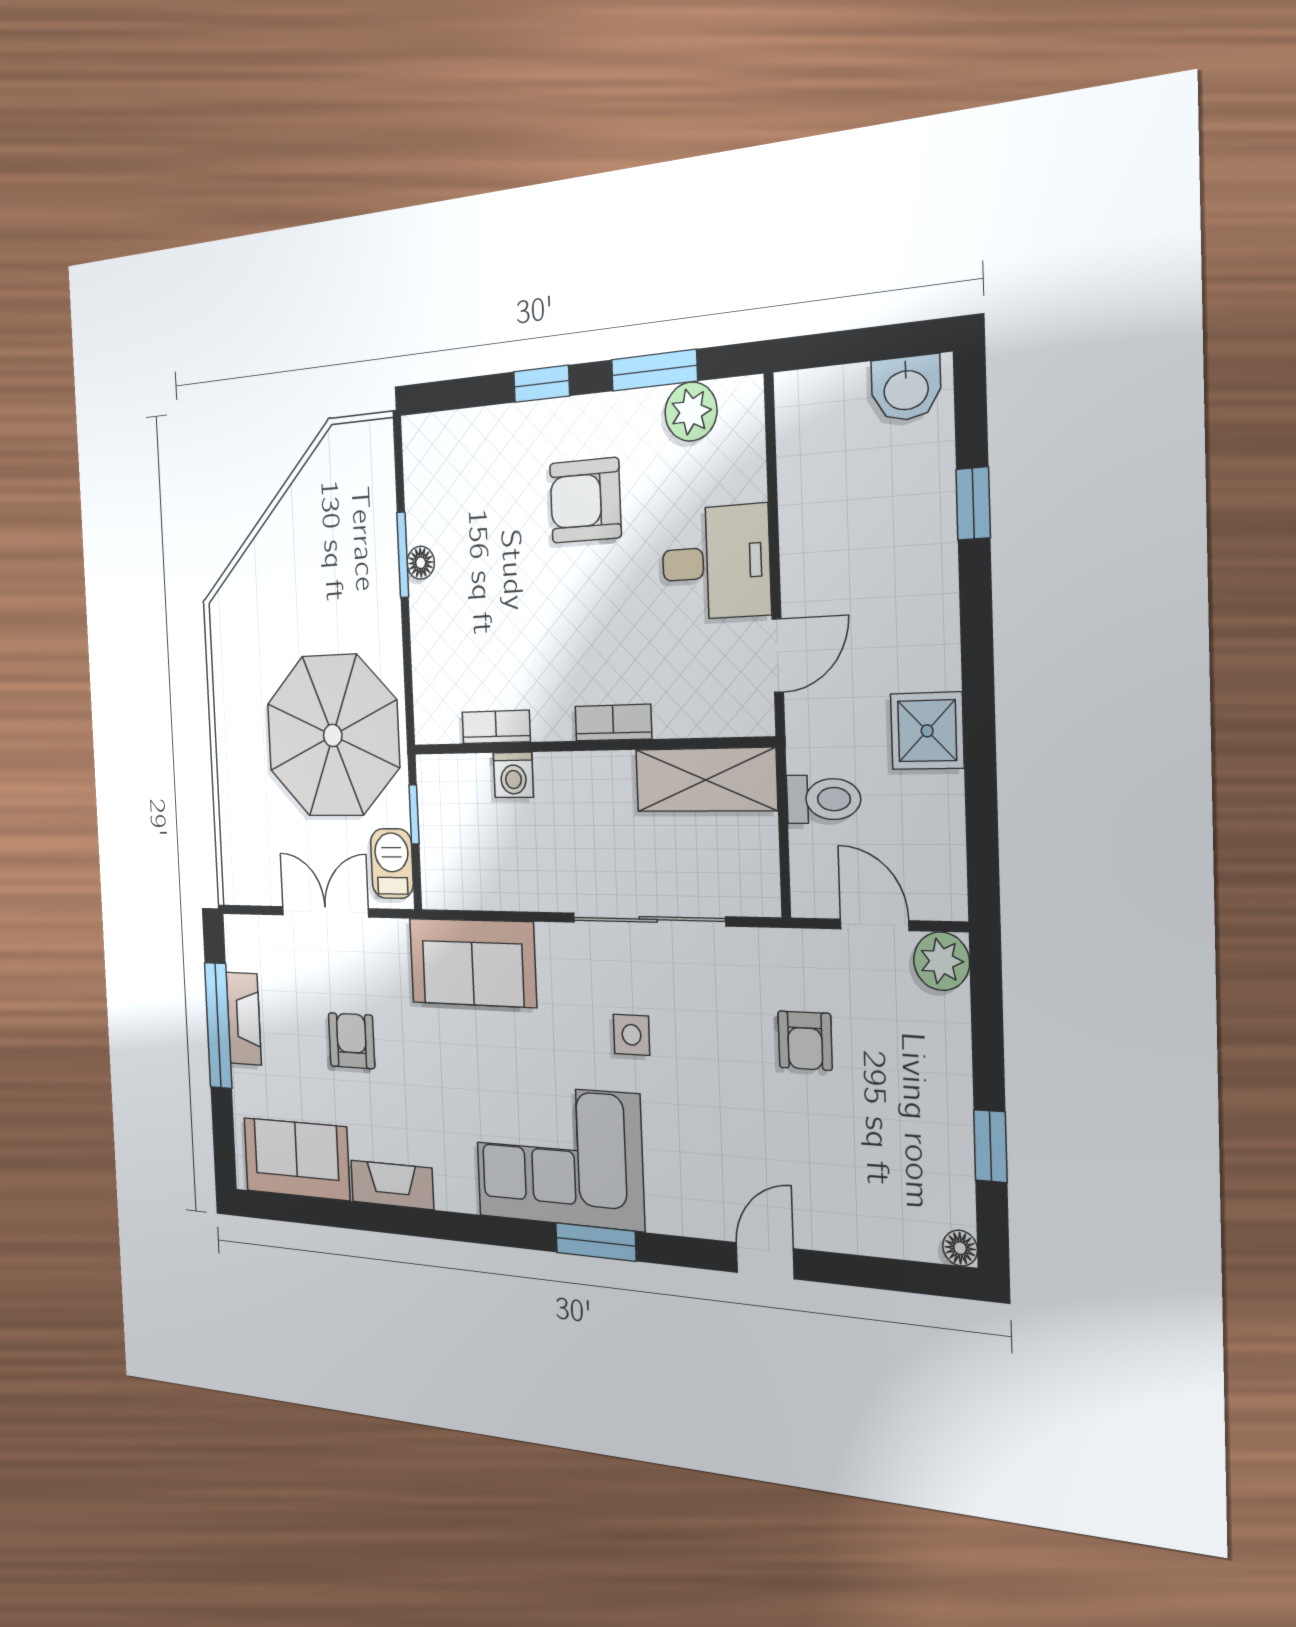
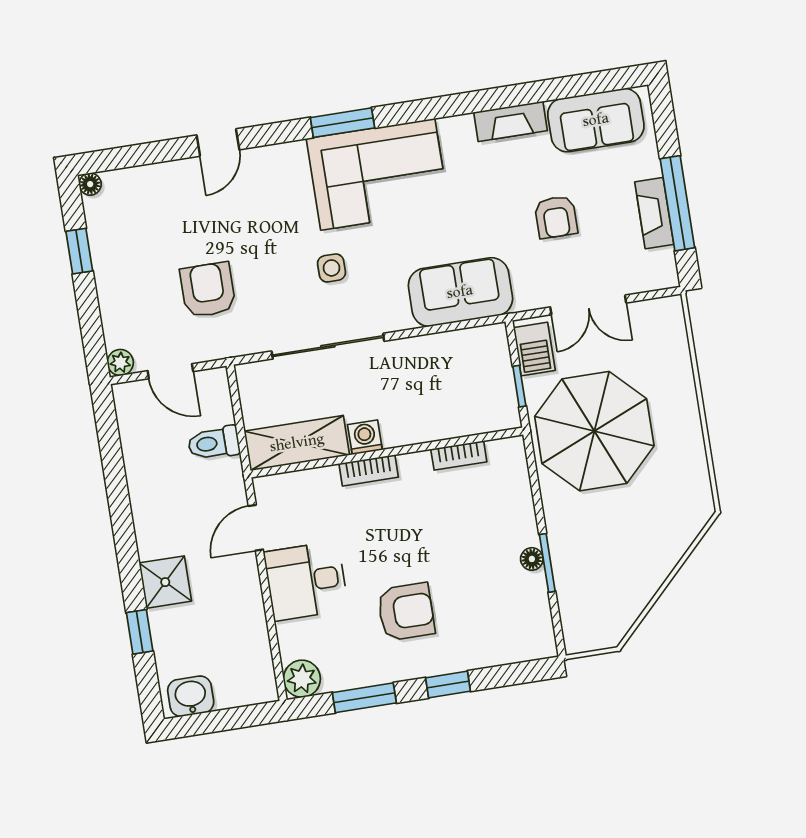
plant: (691, 412) -> (302, 679), moved
shower: (927, 731) -> (165, 582), moved
washing machine: (513, 775) -> (365, 437), moved
plant: (942, 961) -> (120, 362), width x0.73, depth x0.73
armchair: (805, 1041) -> (208, 290), width x1.38, depth x1.38

